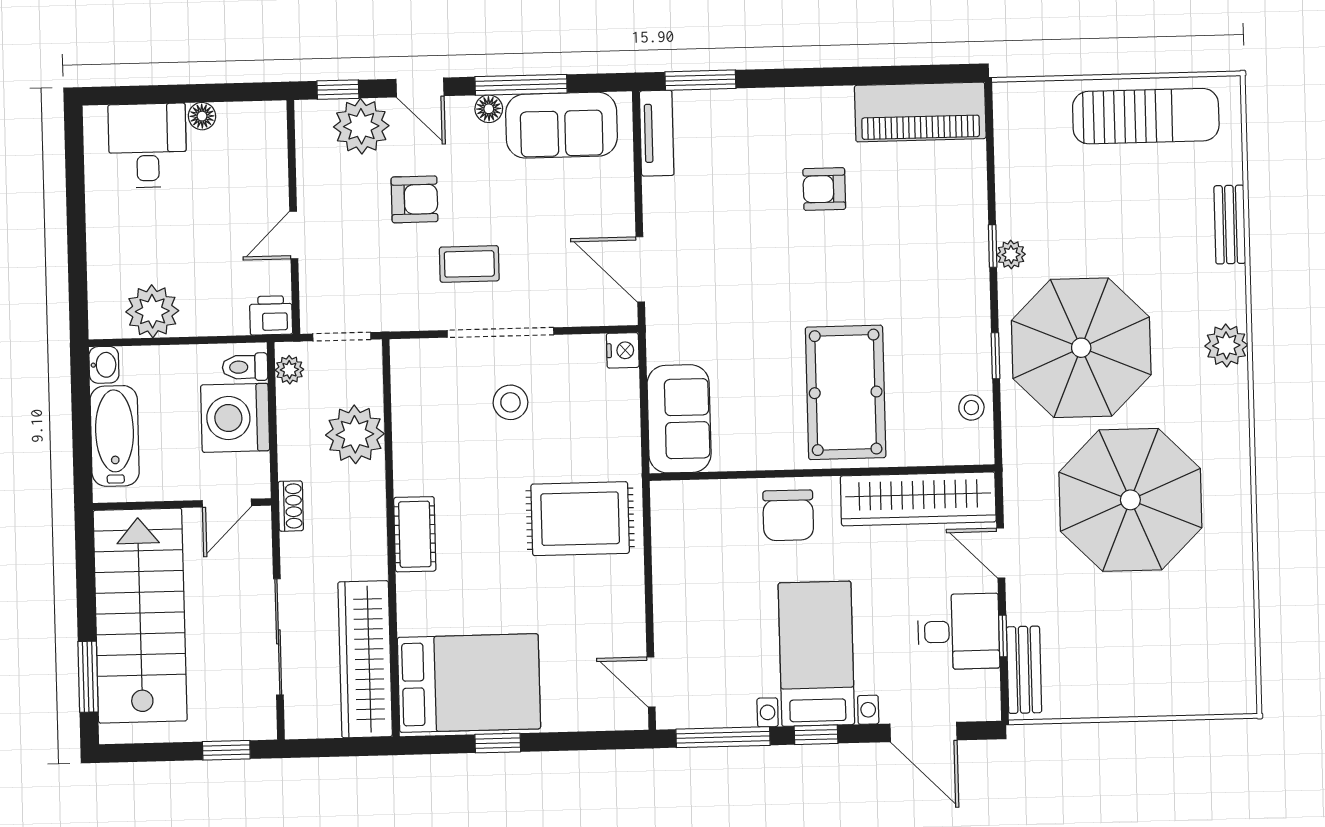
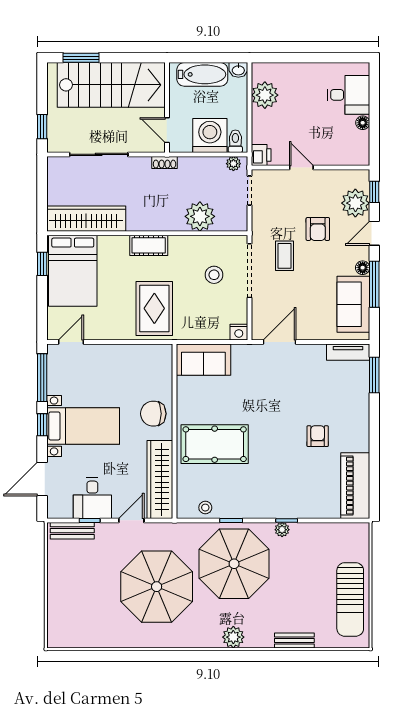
plant: (355, 434) -> (200, 216), moved
cot: (415, 534) -> (149, 245), moved
wall: (391, 538) -> (147, 233), moved
wardrobe: (365, 659) -> (86, 219), moved
bed: (469, 683) -> (73, 271), moved

